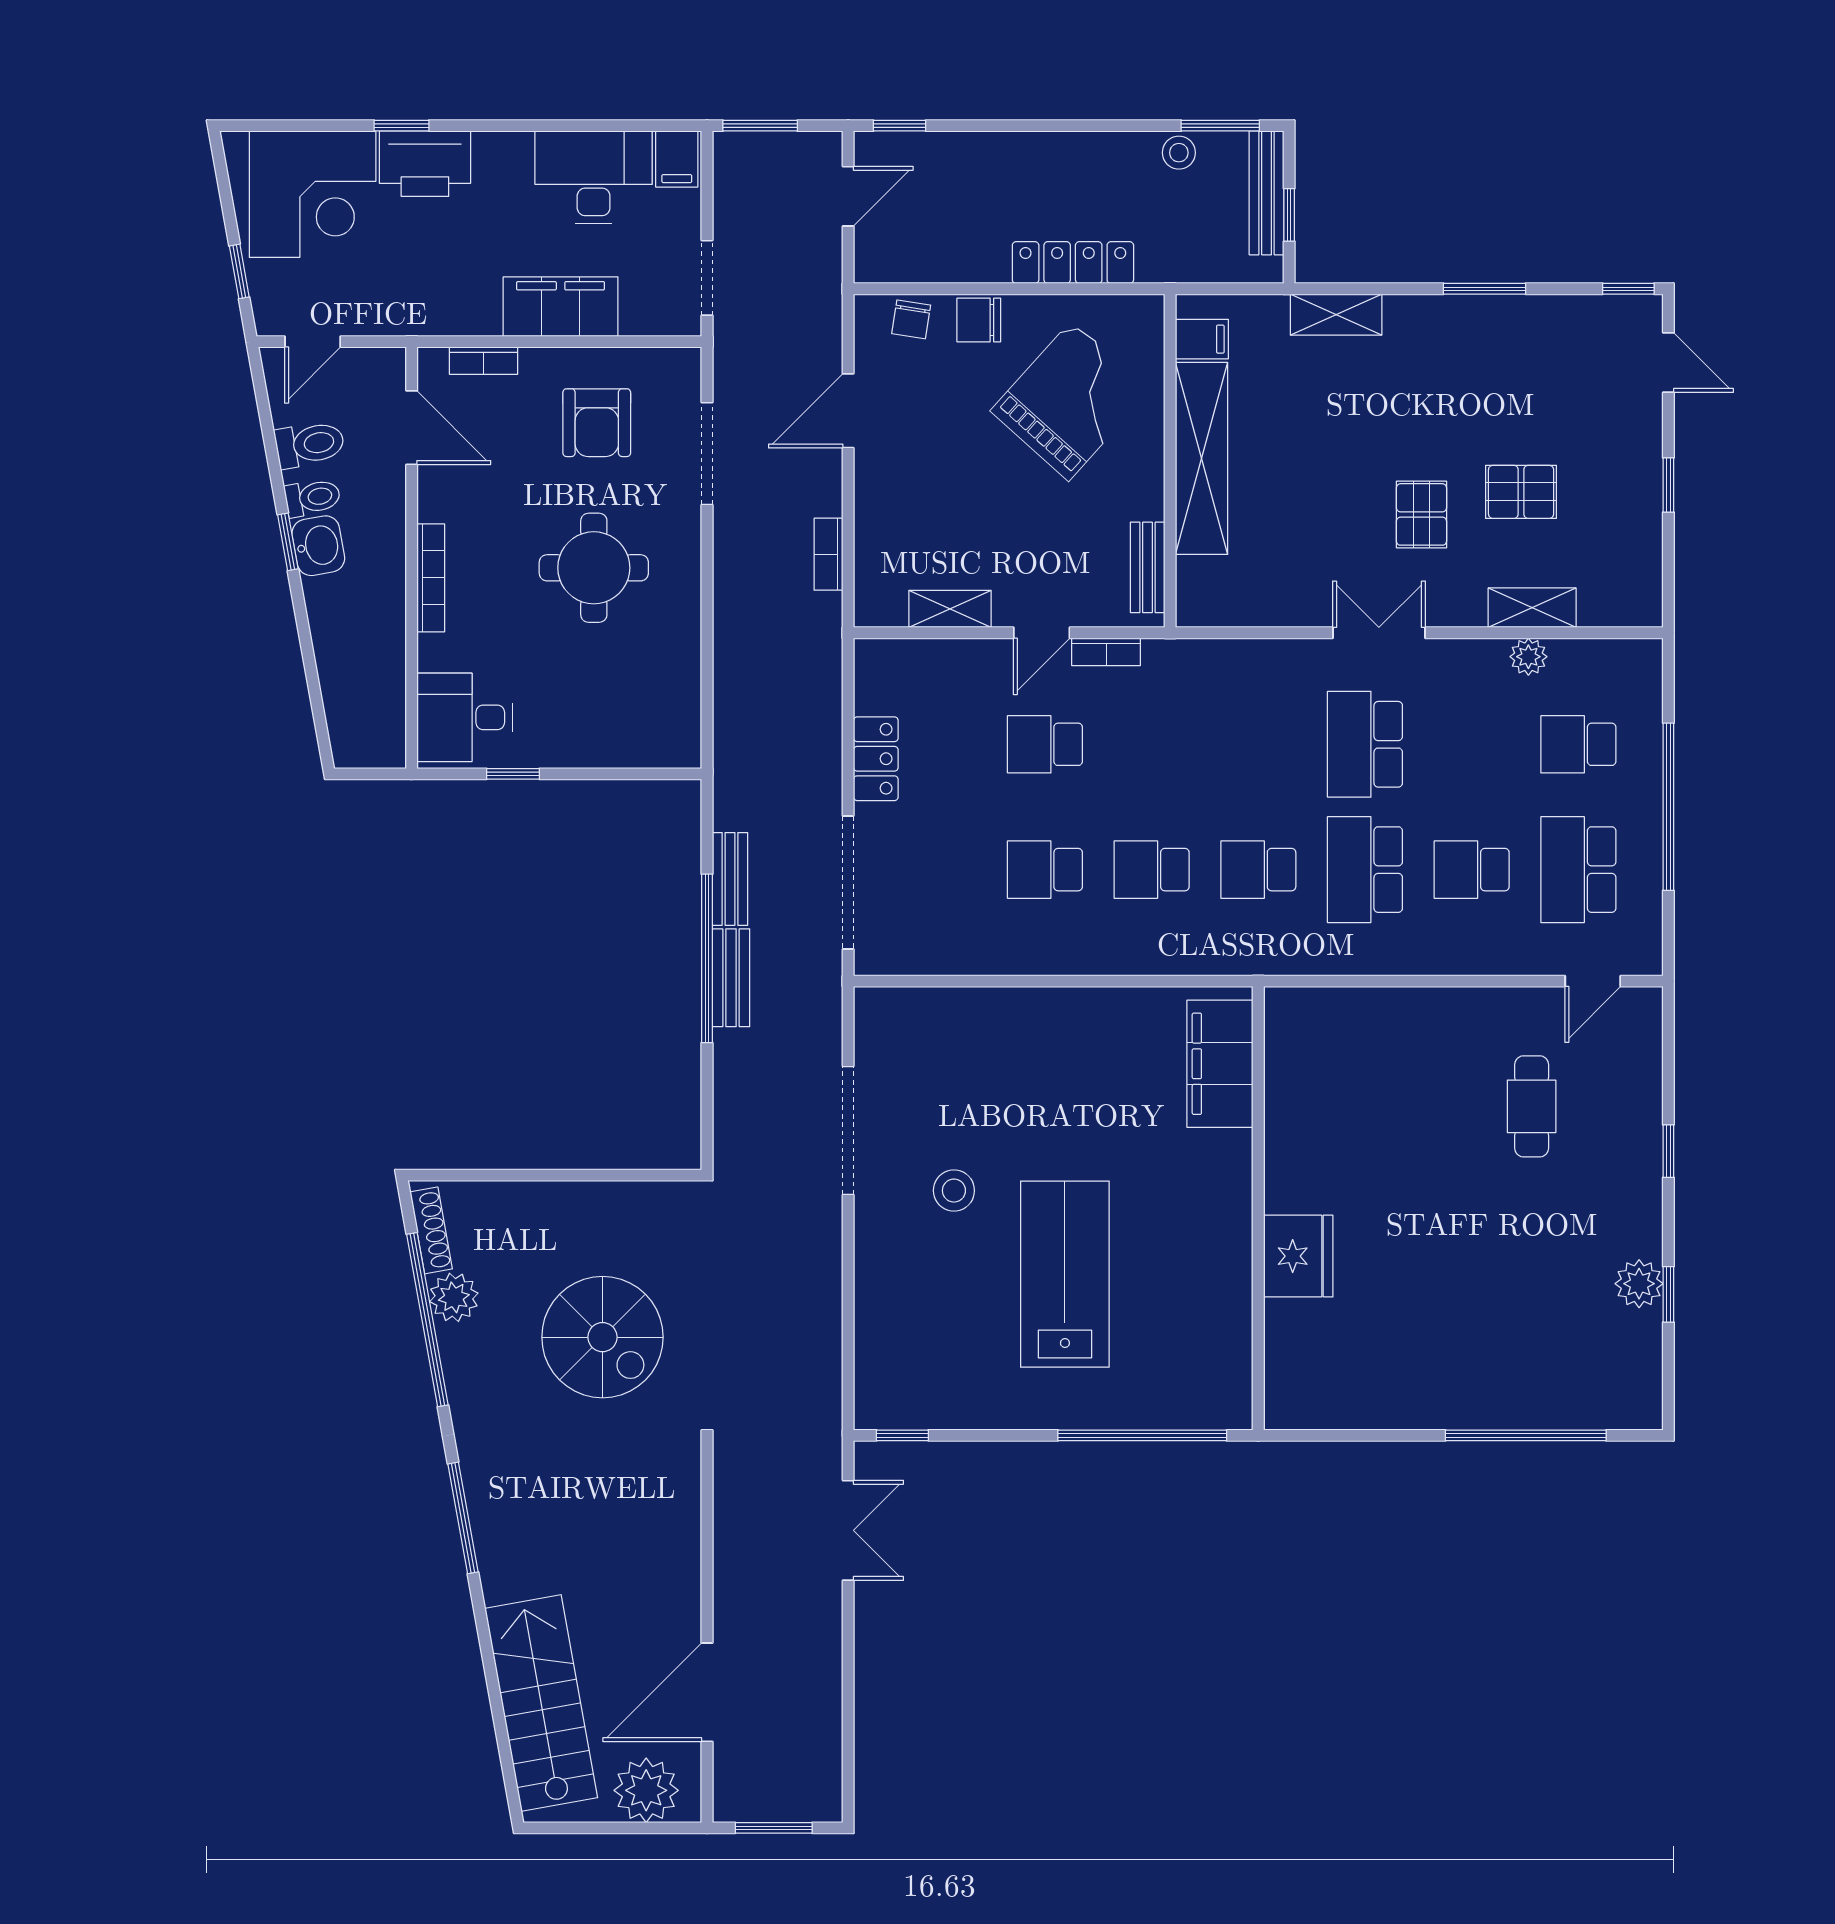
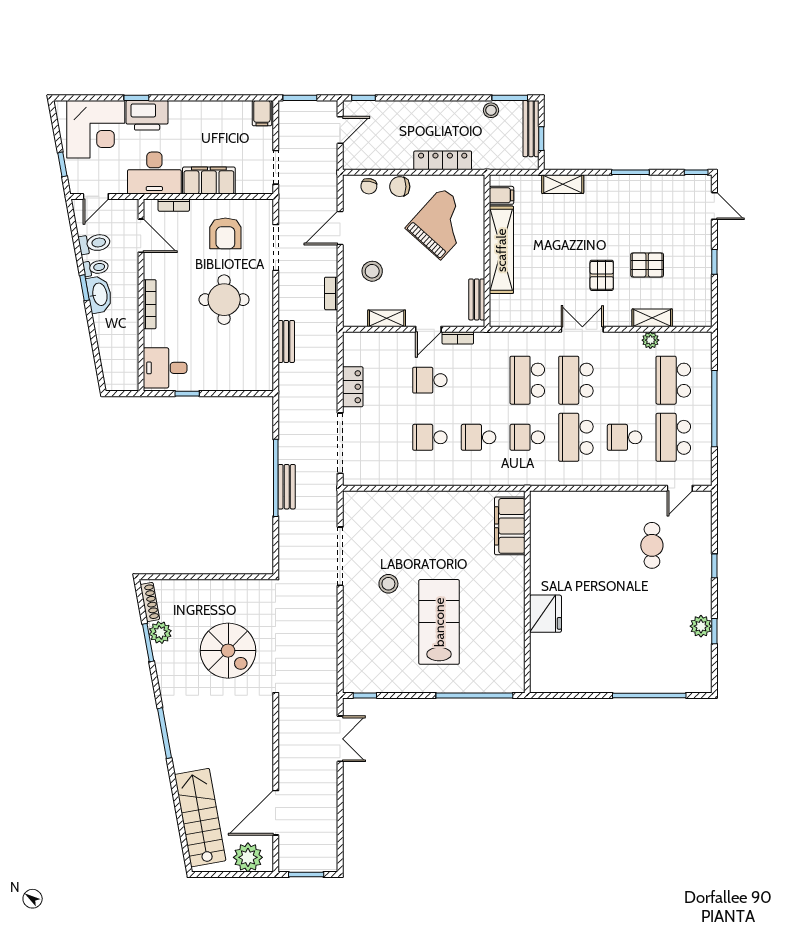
desk: (594, 177) -> (154, 173), moved, turned 180
stool: (918, 506) -> (372, 271), added
washbasin: (318, 546) -> (99, 294), width x1.38
school desk: (1258, 744) -> (527, 380), added
school desk: (1578, 744) -> (673, 380), width x1.85
bench: (730, 879) -> (286, 341), moved
window: (427, 1320) -> (148, 643), width x0.47

